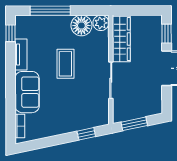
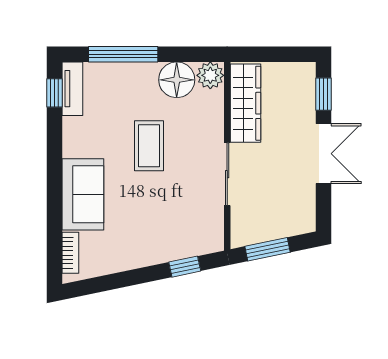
tv unit: (21, 55) -> (72, 89), moved

